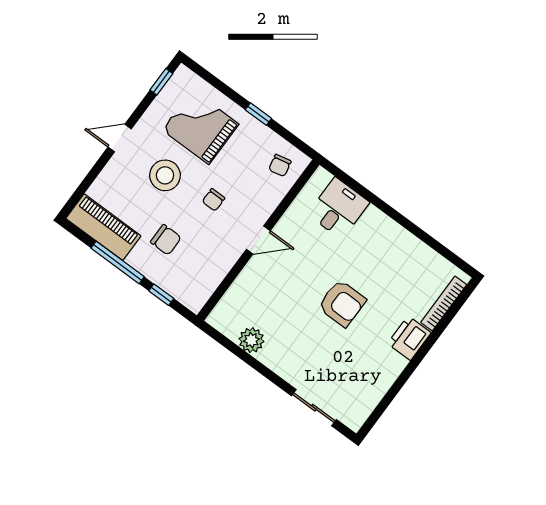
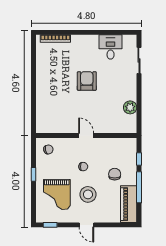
desk: (338, 208) -> (111, 47), moved, turned 90
printer: (409, 338) -> (80, 42), removed

